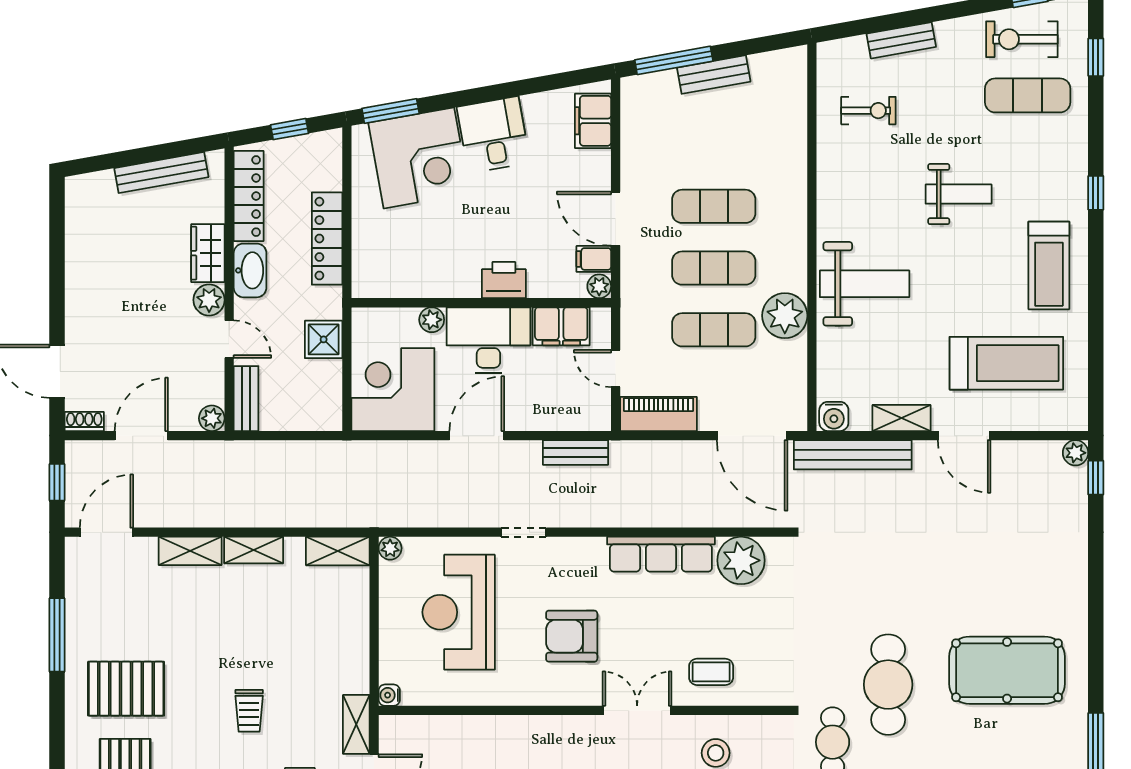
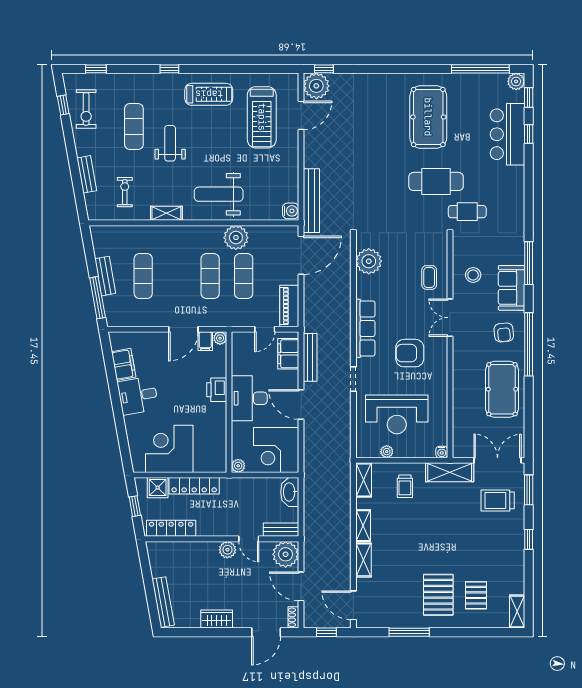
exercise mat: (1028, 95) -> (134, 127), moved
window: (391, 111) -> (125, 451), removed
filing cabinet: (593, 121) -> (124, 364), moved, turned -100
corner desk: (419, 158) -> (169, 449), moved, turned -80
bench: (161, 173) -> (163, 602), moved
exercise mat: (714, 206) -> (143, 276), moved
wardrobe: (208, 253) -> (217, 619), moved, turned 180
washbasin: (250, 270) -> (290, 492), moved, turned -90
weight bench: (865, 284) -> (219, 194), turned -90
plant: (432, 320) -> (238, 466), moved
filing cabinet: (561, 326) -> (288, 354), moved, turned 180
door: (229, 339) -> (249, 539), swing flipped
shower: (324, 339) -> (158, 488), moved
treadmill: (1006, 363) -> (262, 117), turned 180
plant: (212, 418) -> (286, 554), width x1.88, depth x1.88
shelving: (901, 418) -> (166, 213), moved, turned 90
door: (964, 436) -> (301, 115), moved
bench: (576, 453) -> (310, 357), width x1.36
plant: (1075, 453) -> (316, 86), width x1.87, depth x1.87
plant: (390, 548) -> (387, 452), moved
row of seats: (661, 554) -> (365, 328), moved
armchair: (572, 636) -> (410, 353), turned 90
trolley: (249, 711) -> (405, 486), moved, turned 90
shelving: (356, 724) -> (450, 472), width x1.50, depth x1.33

